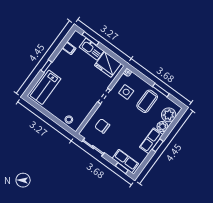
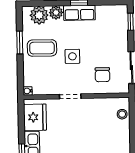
side table: (126, 92) -> (72, 56), moved
row of seats: (125, 161) -> (120, 24), removed

